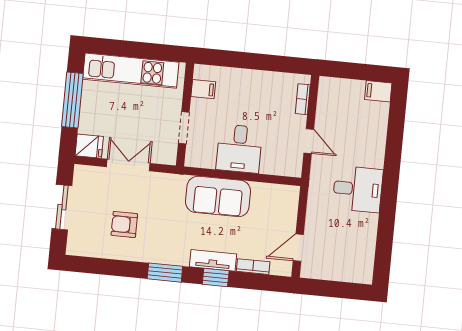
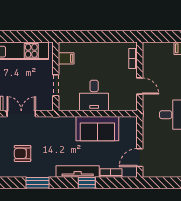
sofa: (218, 196) -> (97, 129), moved
tv unit: (213, 260) -> (78, 172), width x1.41
window: (165, 273) -> (37, 183), moved

